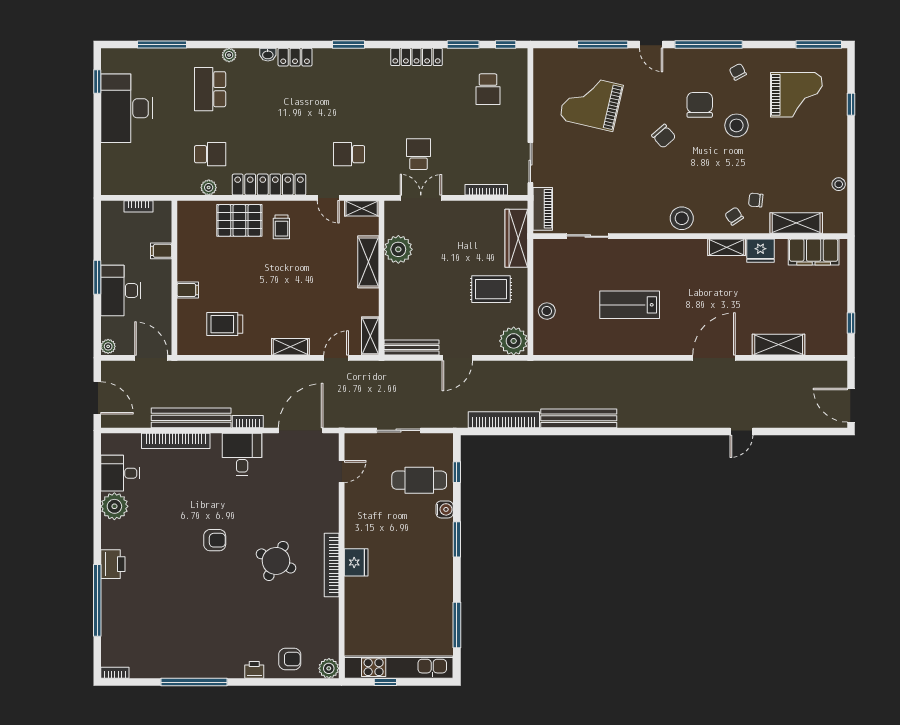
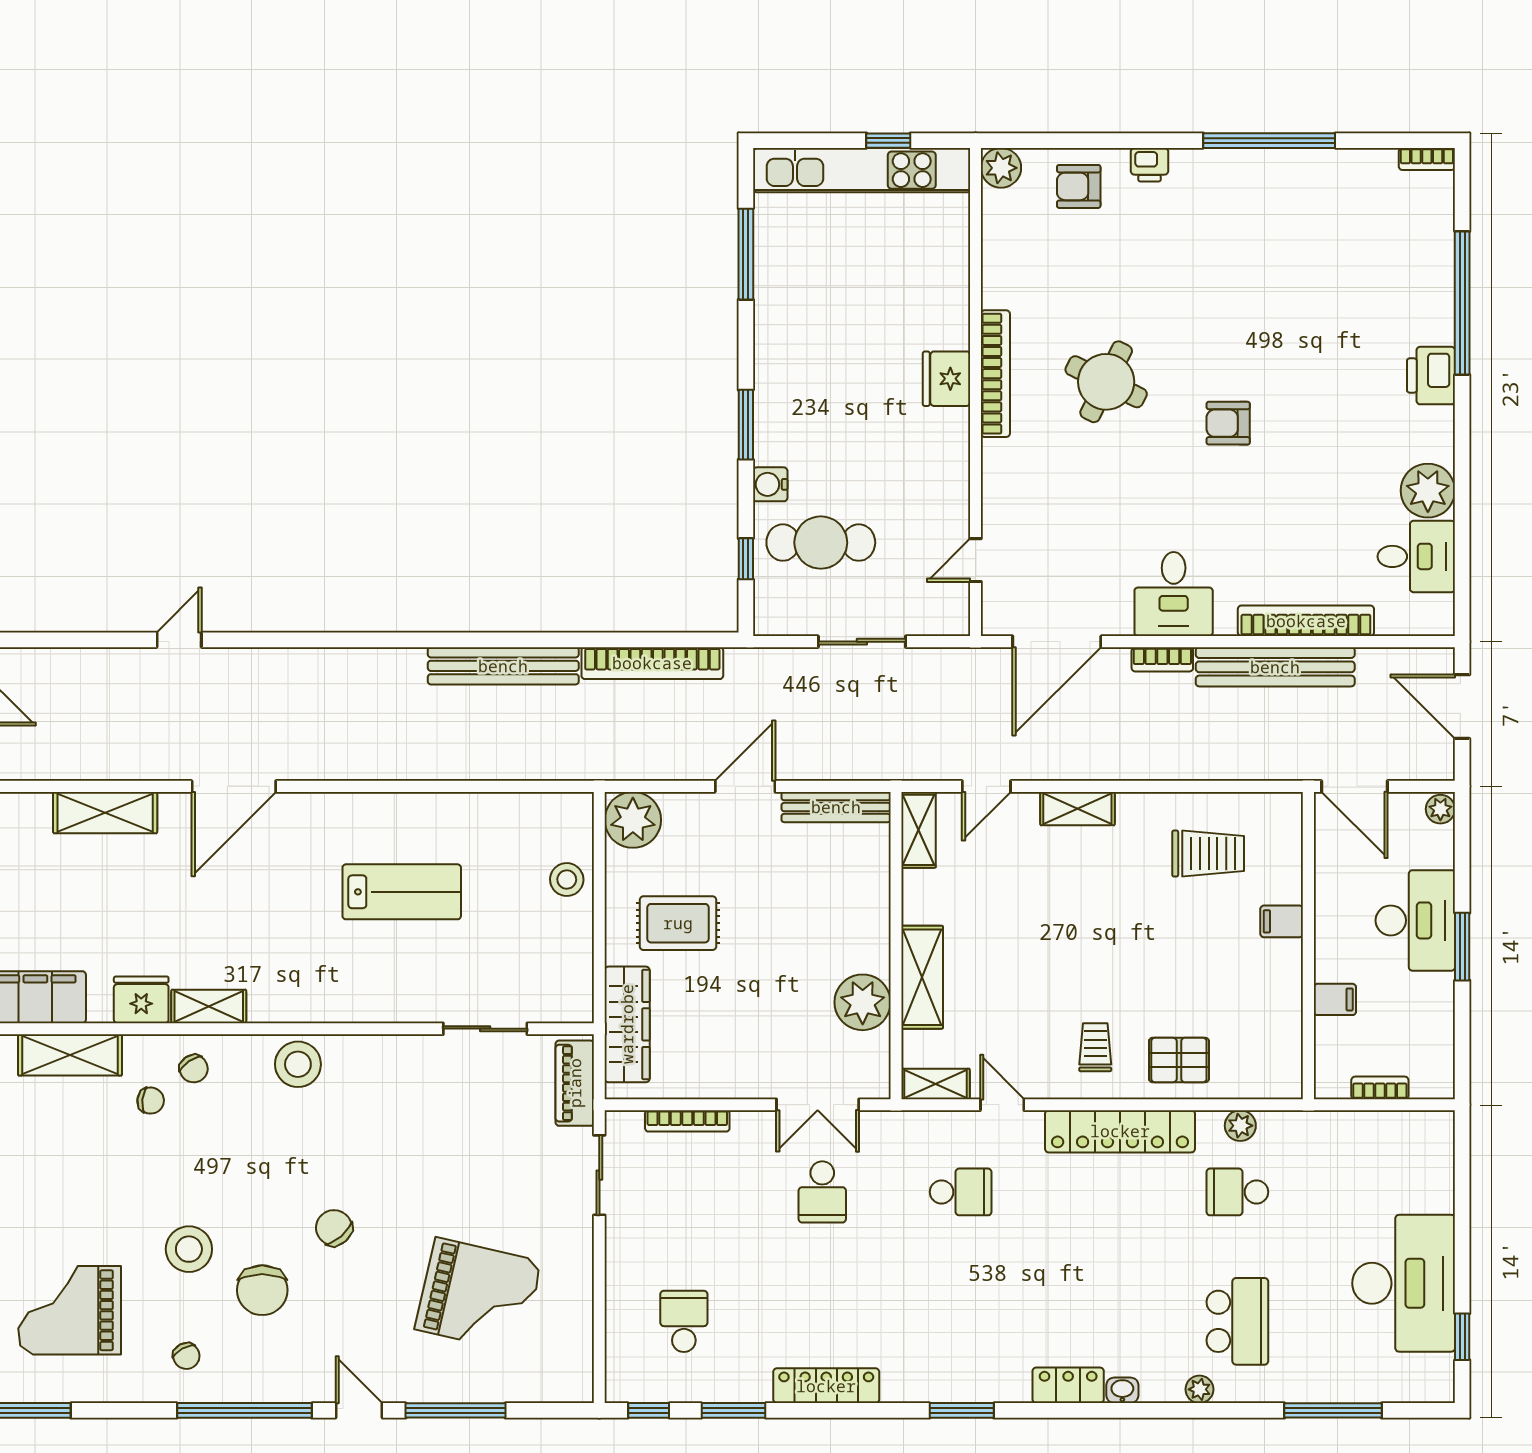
pallet: (239, 220) -> (1179, 1060), width x0.67, depth x0.71

